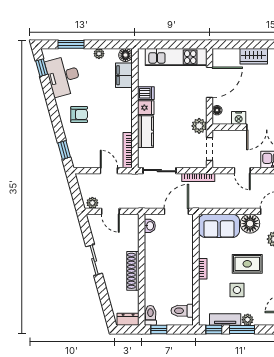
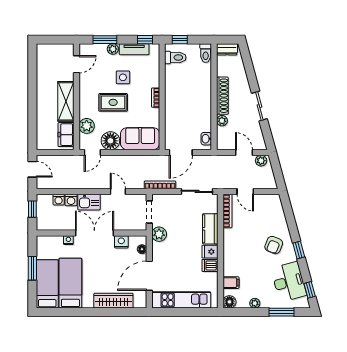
wardrobe: (254, 56) -> (113, 301), width x1.50
filing cabinet: (124, 75) -> (231, 283), width x0.50
armchair: (79, 114) -> (274, 245), turned -68
window: (64, 150) -> (299, 250), moved
plant: (133, 245) -> (222, 121), added
window: (159, 329) -> (180, 40), moved
window: (242, 329) -> (105, 40), moved

